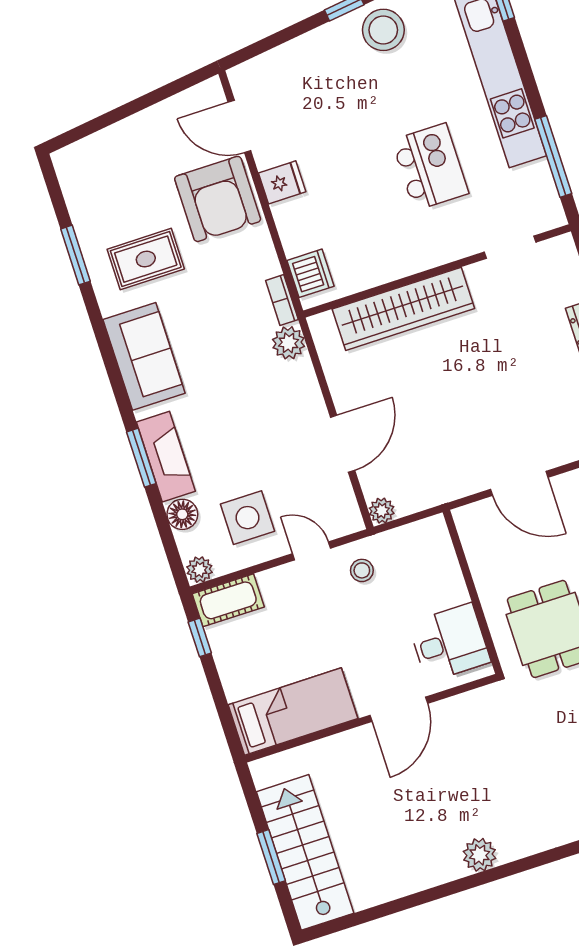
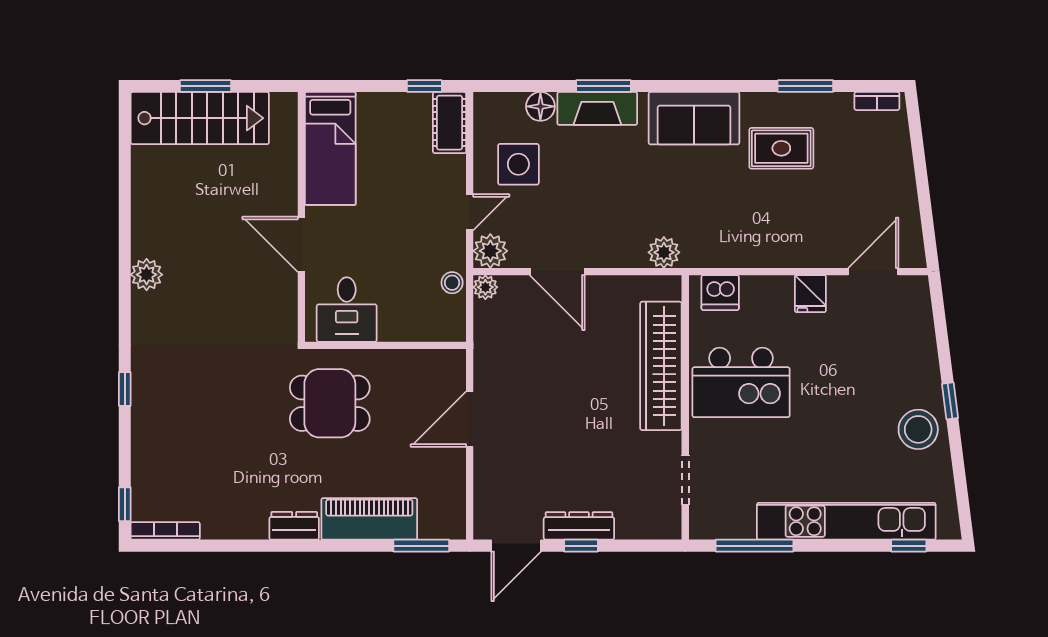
kitchen island: (430, 167) -> (741, 382), moved, width x1.37, depth x1.28
armchair: (218, 199) -> (814, 231), removed
rug: (146, 259) -> (781, 148), turned 90
bookcase: (282, 300) -> (877, 101), moved, turned 180
plant: (200, 570) -> (490, 251), moved, width x1.38, depth x1.38
stool: (362, 570) -> (452, 283), moved

